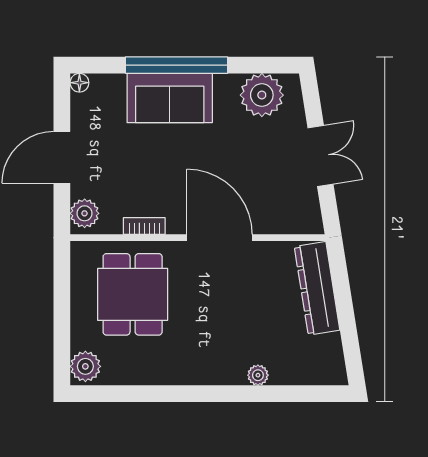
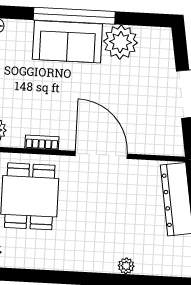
plant: (262, 95) -> (120, 42), moved

